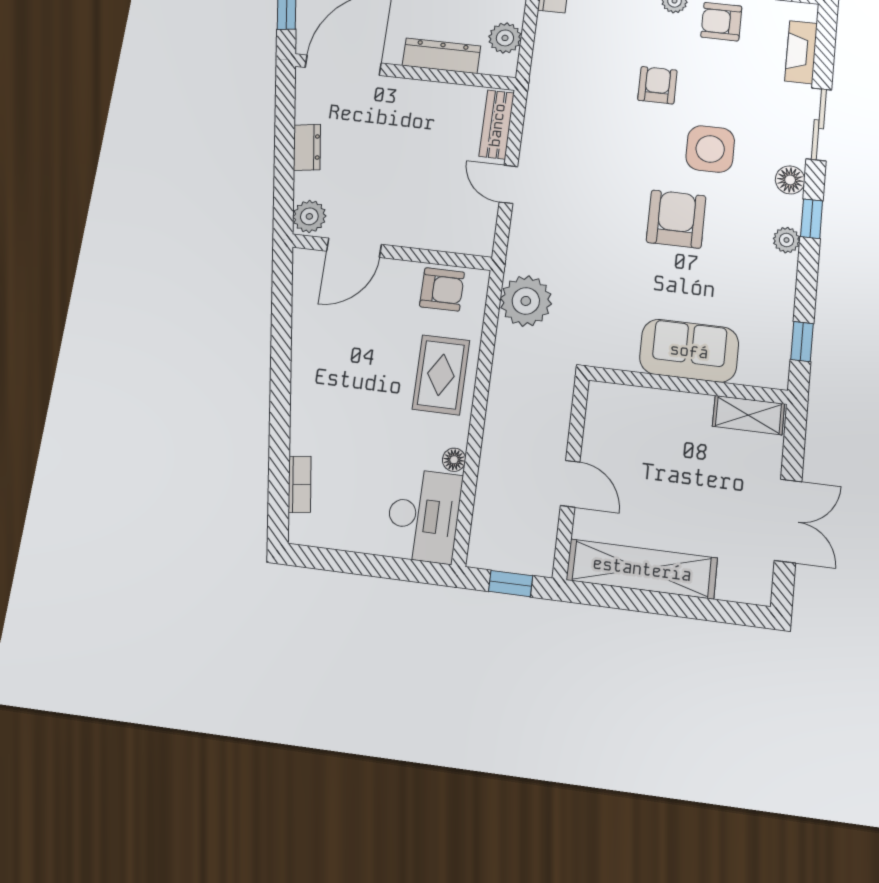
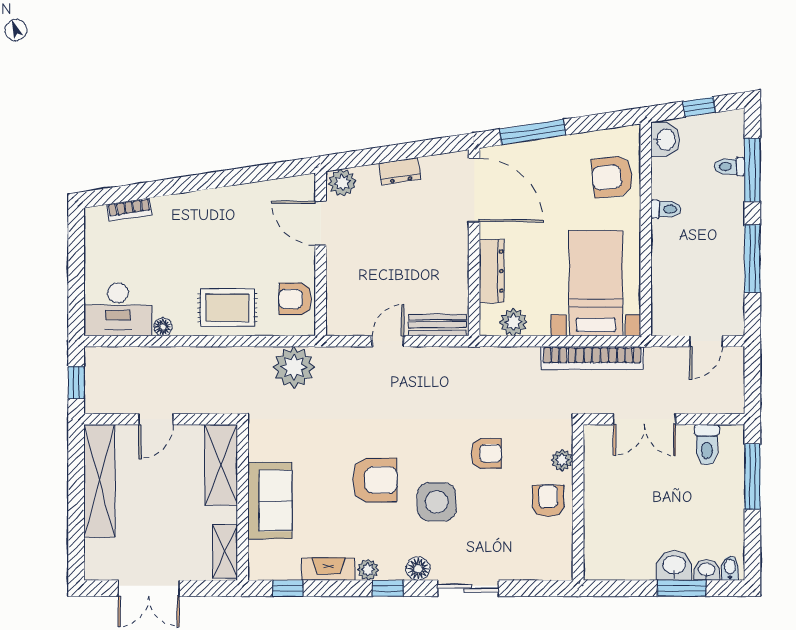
fireplace: (801, 52) -> (328, 569), moved
armchair: (442, 289) -> (295, 299), turned 90
shelving: (638, 407) -> (221, 465), added

